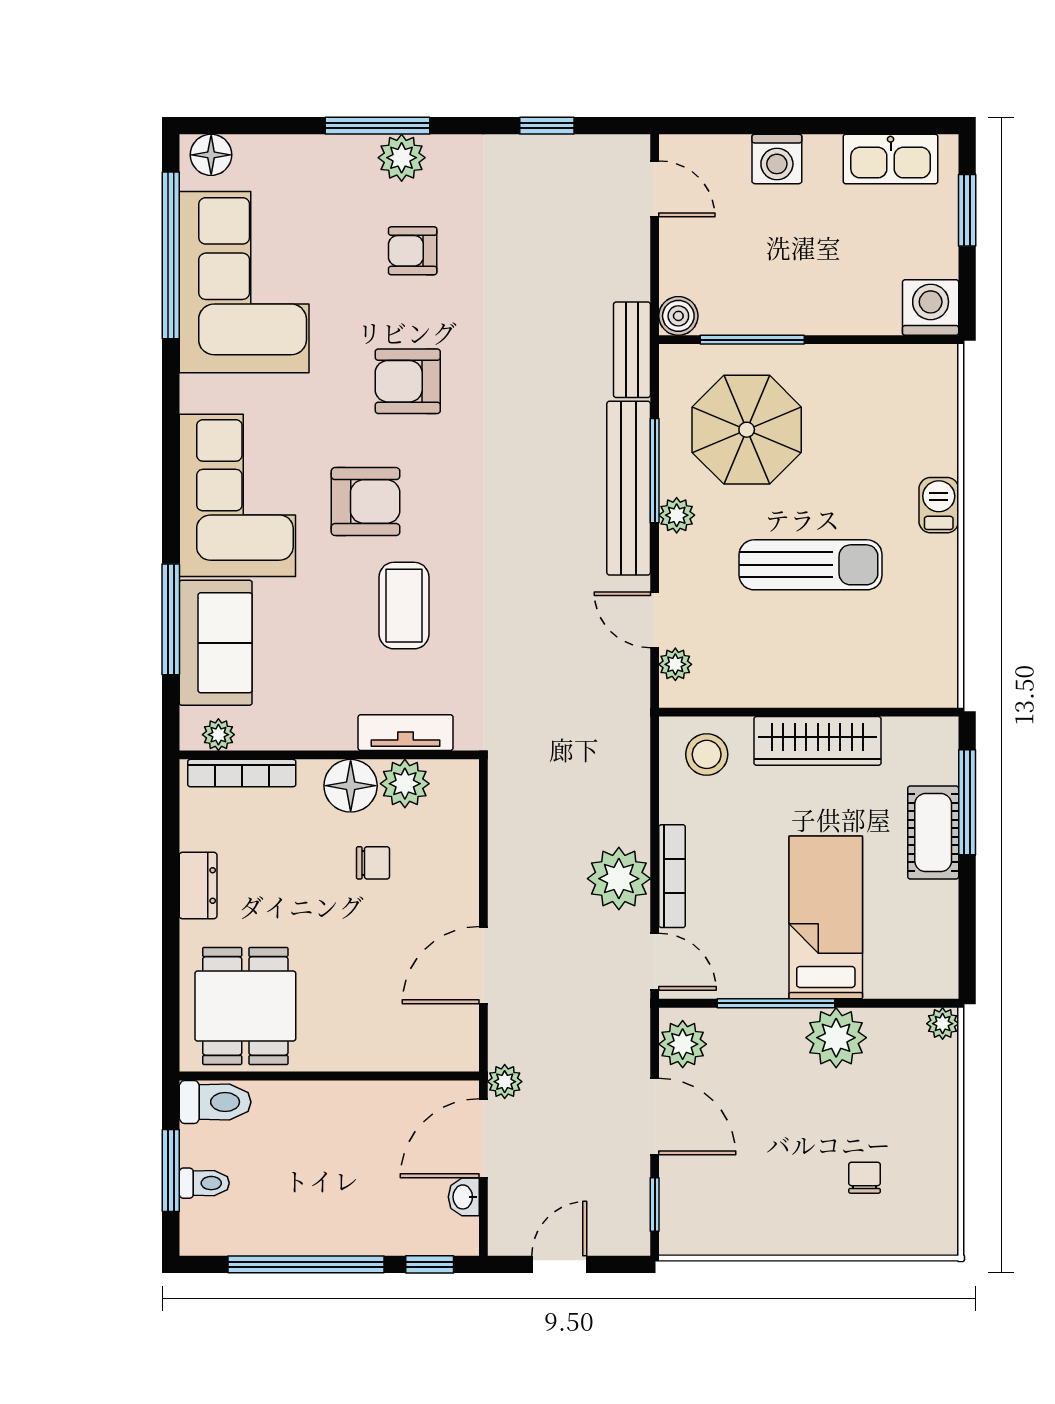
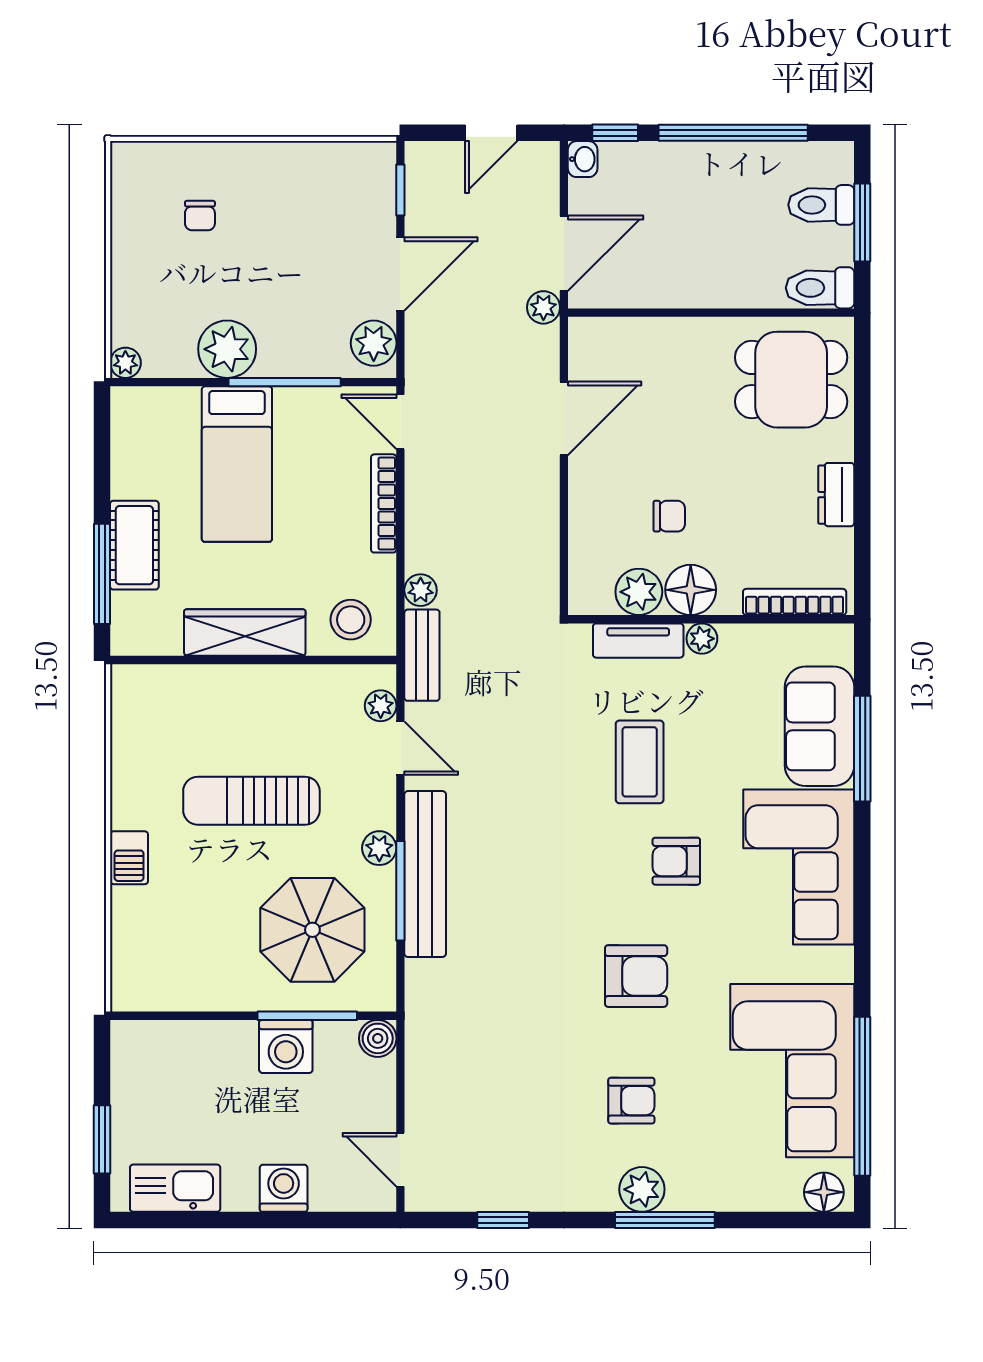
washing machine: (931, 307) -> (286, 1046), moved
bench: (632, 350) -> (422, 655), moved
armchair: (366, 502) -> (676, 861), width x0.72, depth x0.72
plant: (218, 735) -> (702, 639), moved
chair: (373, 863) -> (669, 516), turned 180
plant: (619, 879) -> (421, 590), moved, width x0.53, depth x0.53
dining table: (245, 1006) -> (791, 380), turned 90
door: (655, 1116) -> (400, 274), swing flipped
toilet: (204, 1183) -> (821, 205), width x1.37, depth x1.39
washbasin: (464, 1197) -> (583, 159), moved

